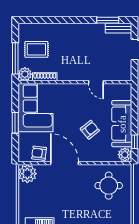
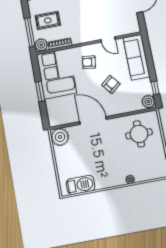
sofa: (122, 124) -> (137, 57), moved
armchair: (39, 153) -> (89, 62), moved

